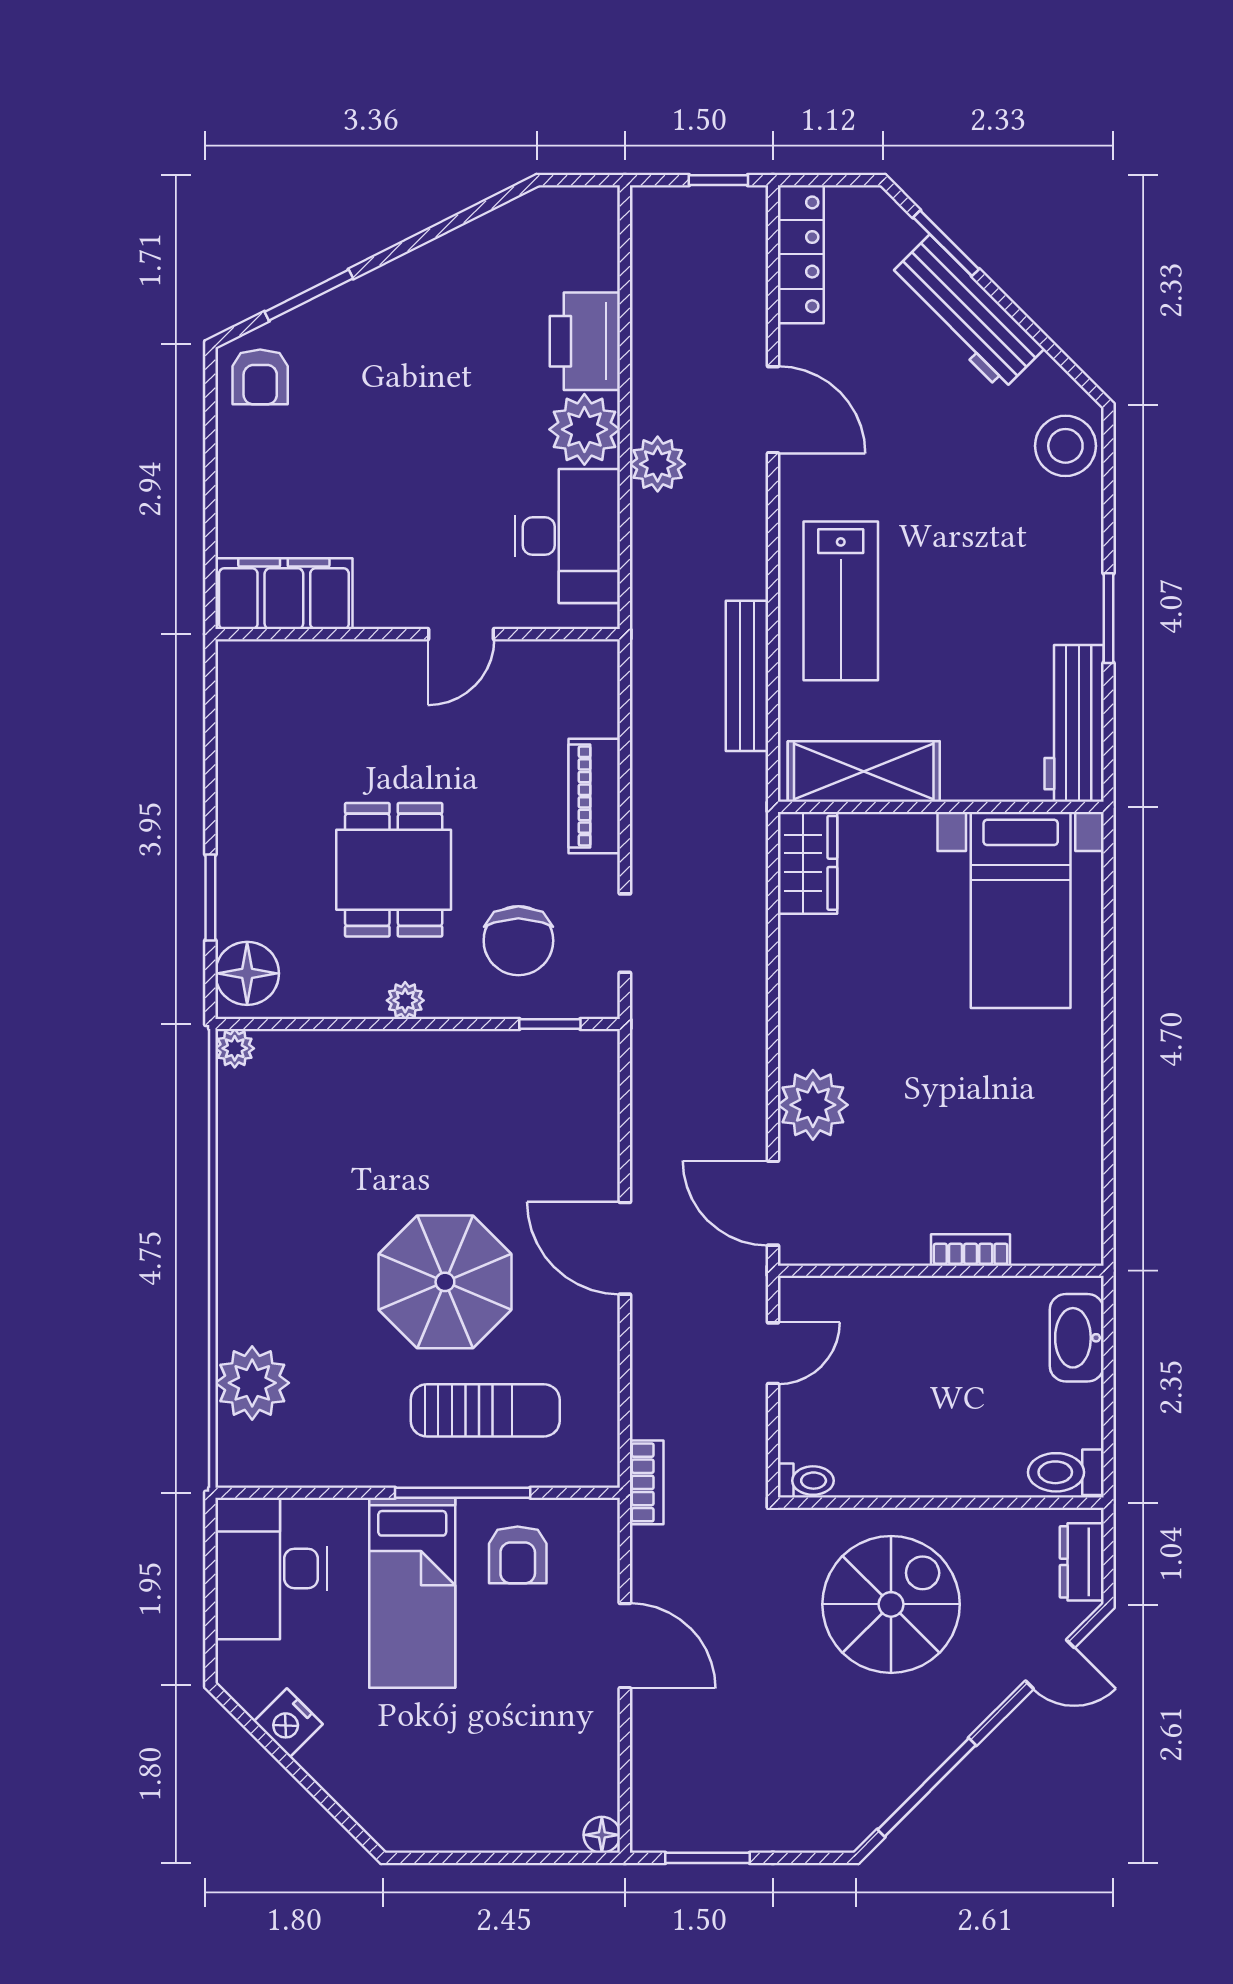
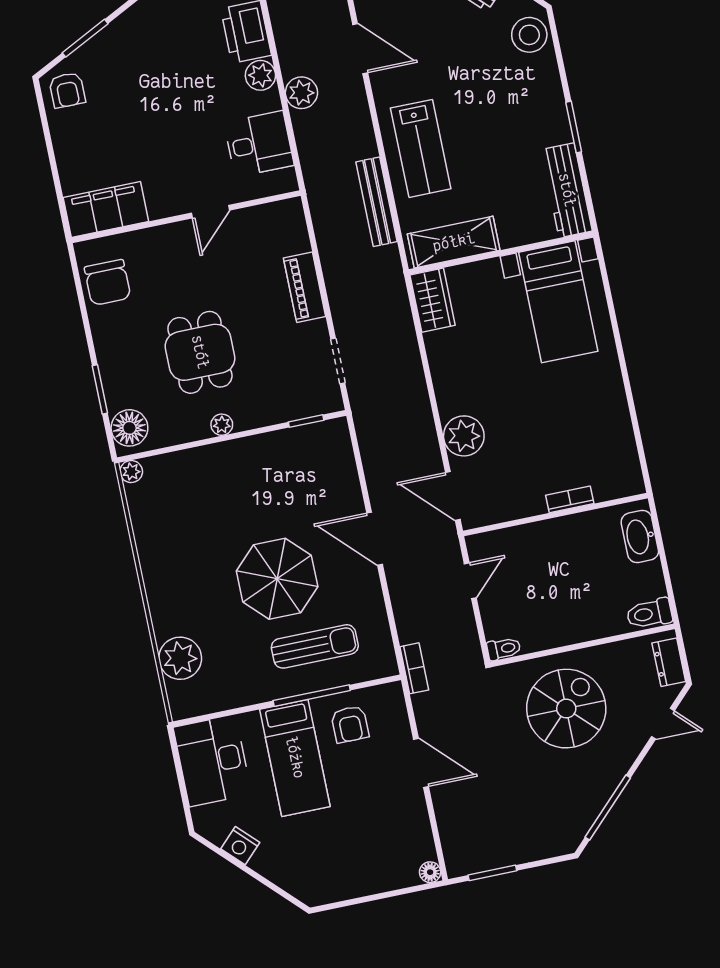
plant: (584, 429) -> (260, 75), width x0.73, depth x0.73
desk: (567, 536) -> (259, 144), width x0.73
chair: (518, 941) -> (108, 282), moved

